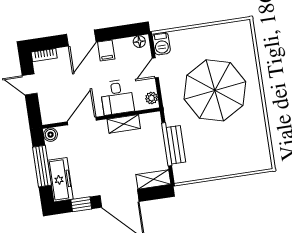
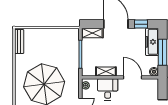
door: (82, 121) -> (133, 77), swing flipped
bench: (176, 145) -> (19, 42), moved

